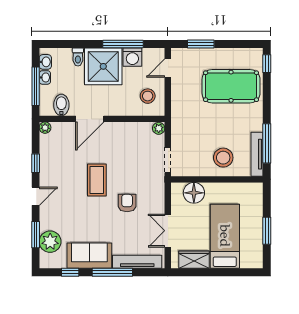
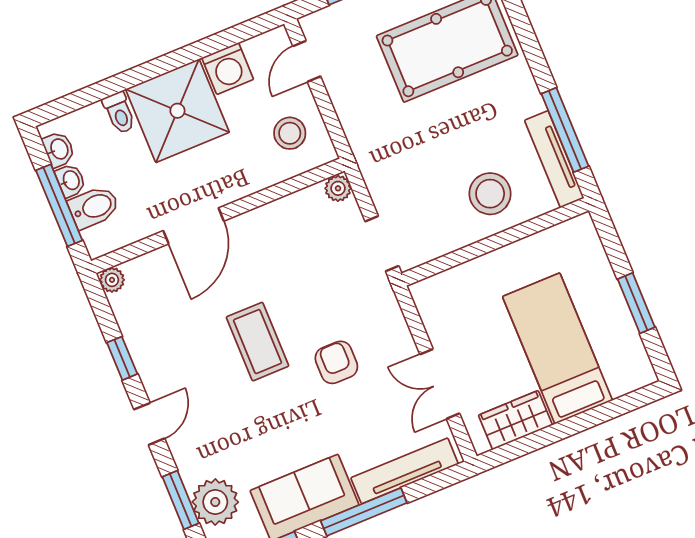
window: (123, 44) -> (198, 50), removed
bidet: (61, 105) -> (94, 207), moved, turned 90
floor lamp: (194, 193) -> (461, 287), removed

